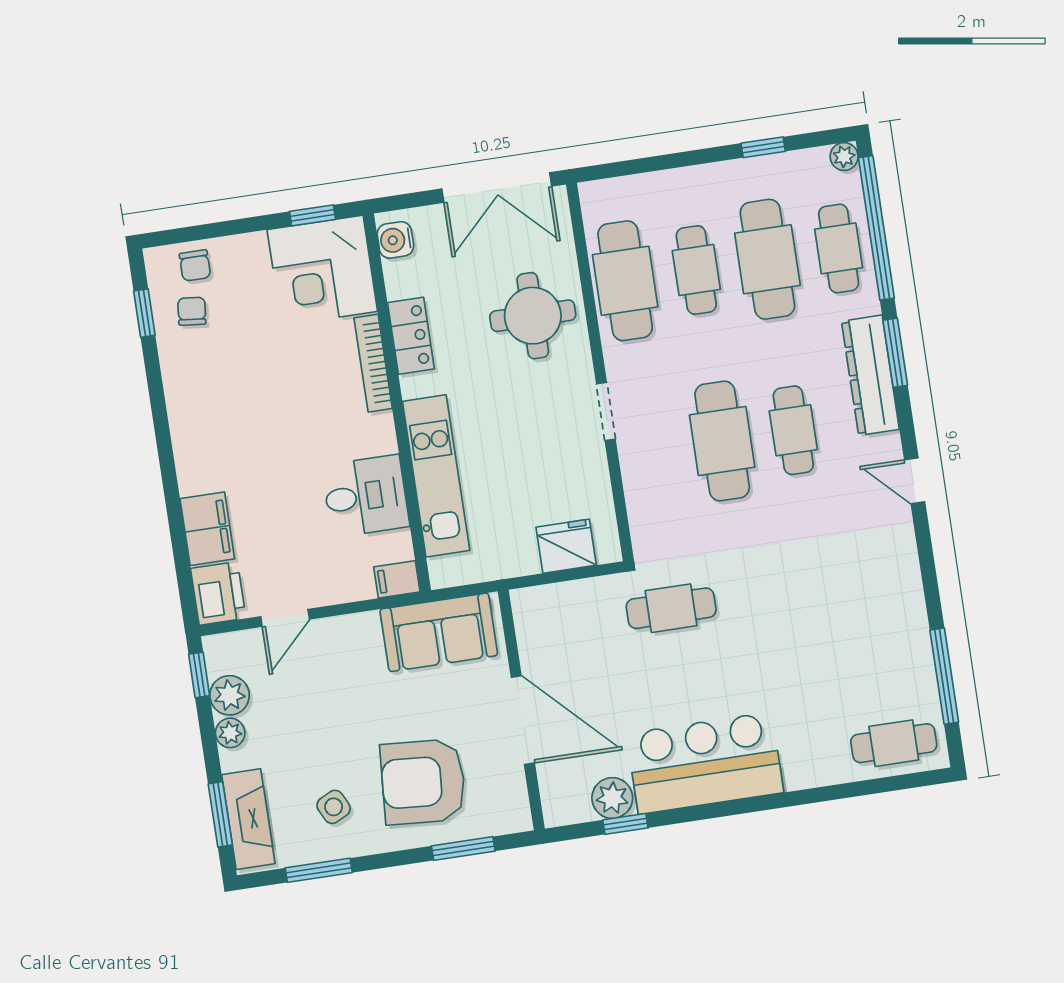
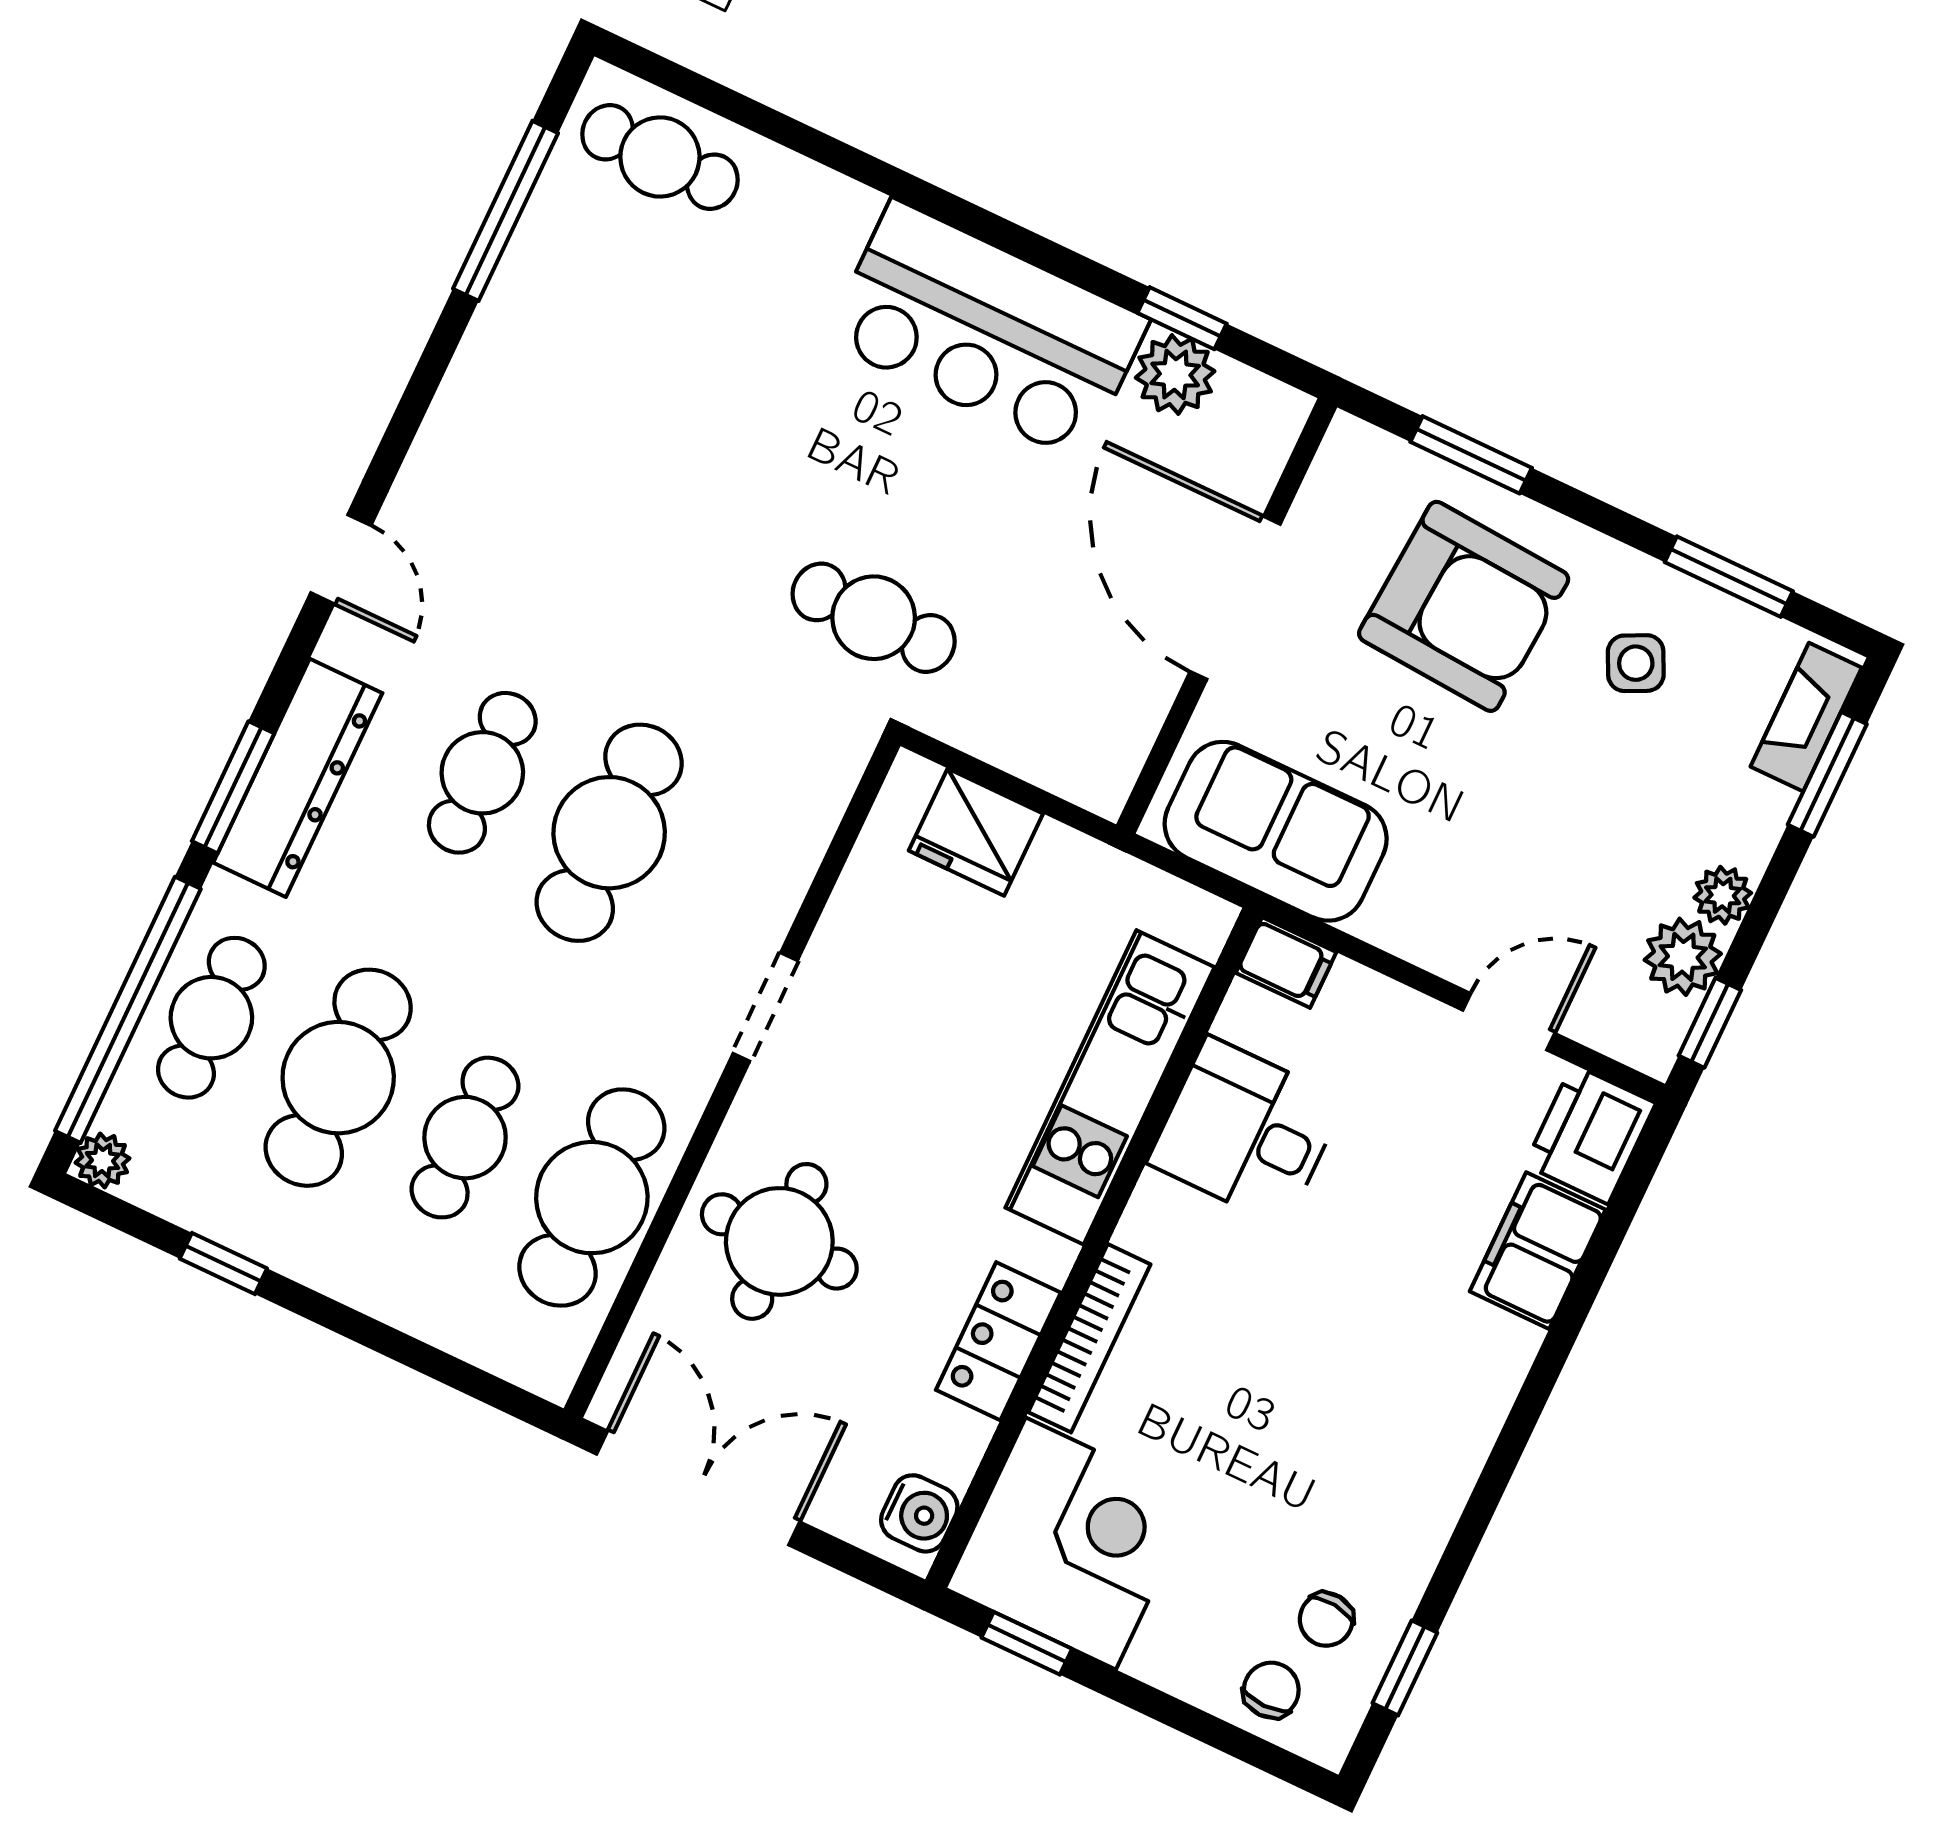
fireplace: (248, 819) -> (1806, 717), width x0.73, depth x0.76

